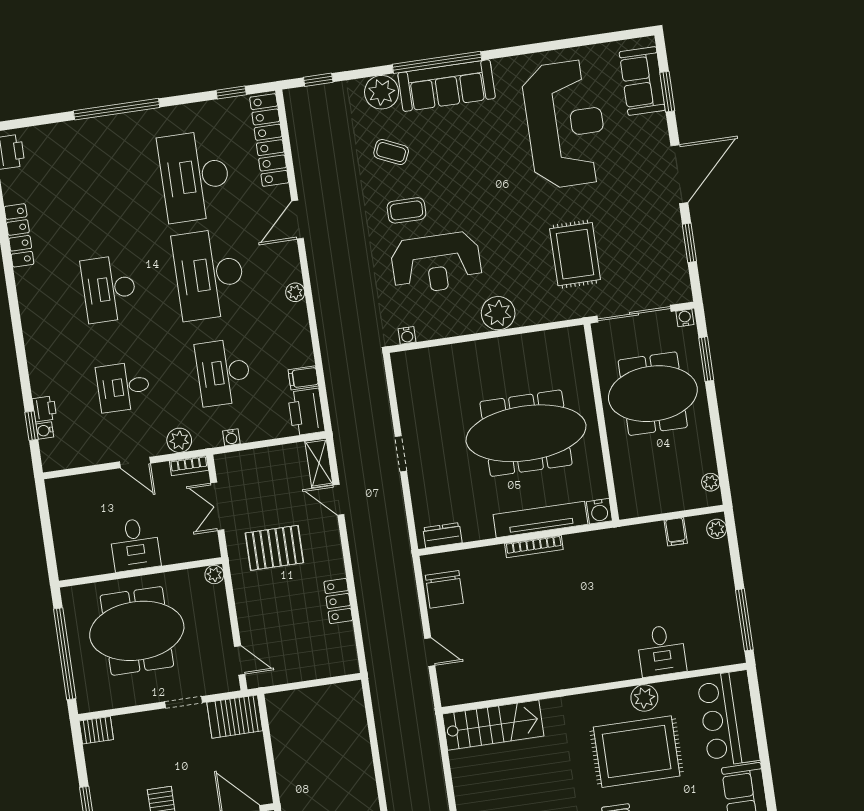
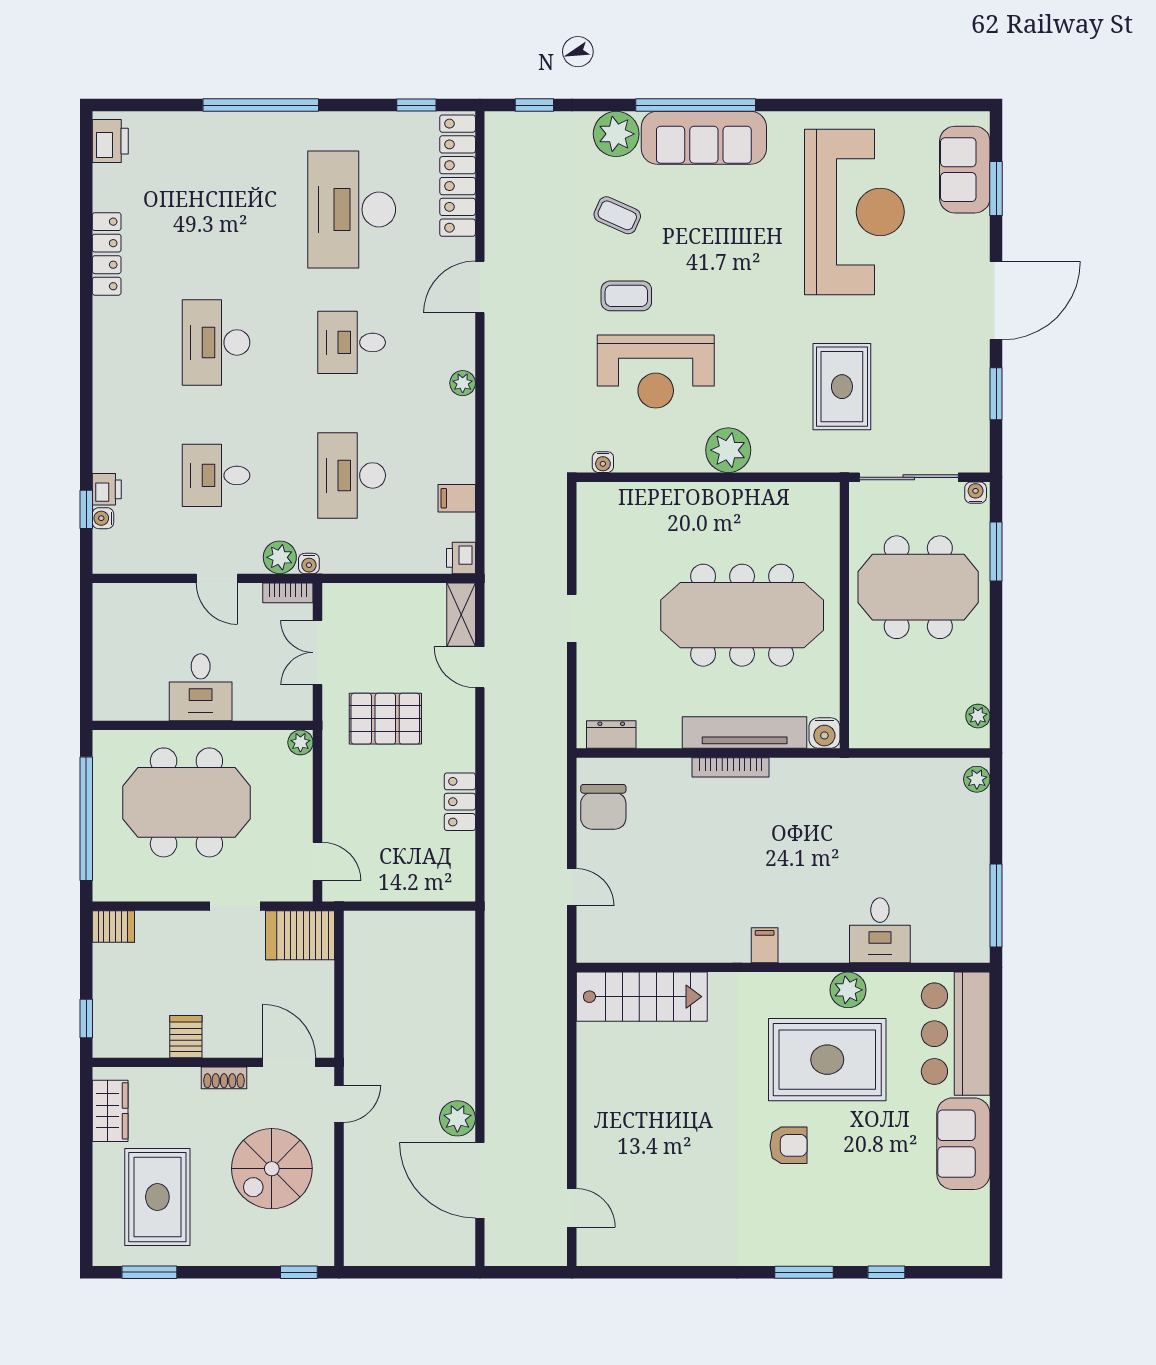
desk: (209, 274) -> (352, 342), width x0.53, depth x0.77
printer: (306, 412) -> (461, 558), width x0.53, depth x0.68
water cooler: (231, 437) -> (309, 563), moved
filing cabinet: (676, 532) -> (765, 945), moved, turned 180

